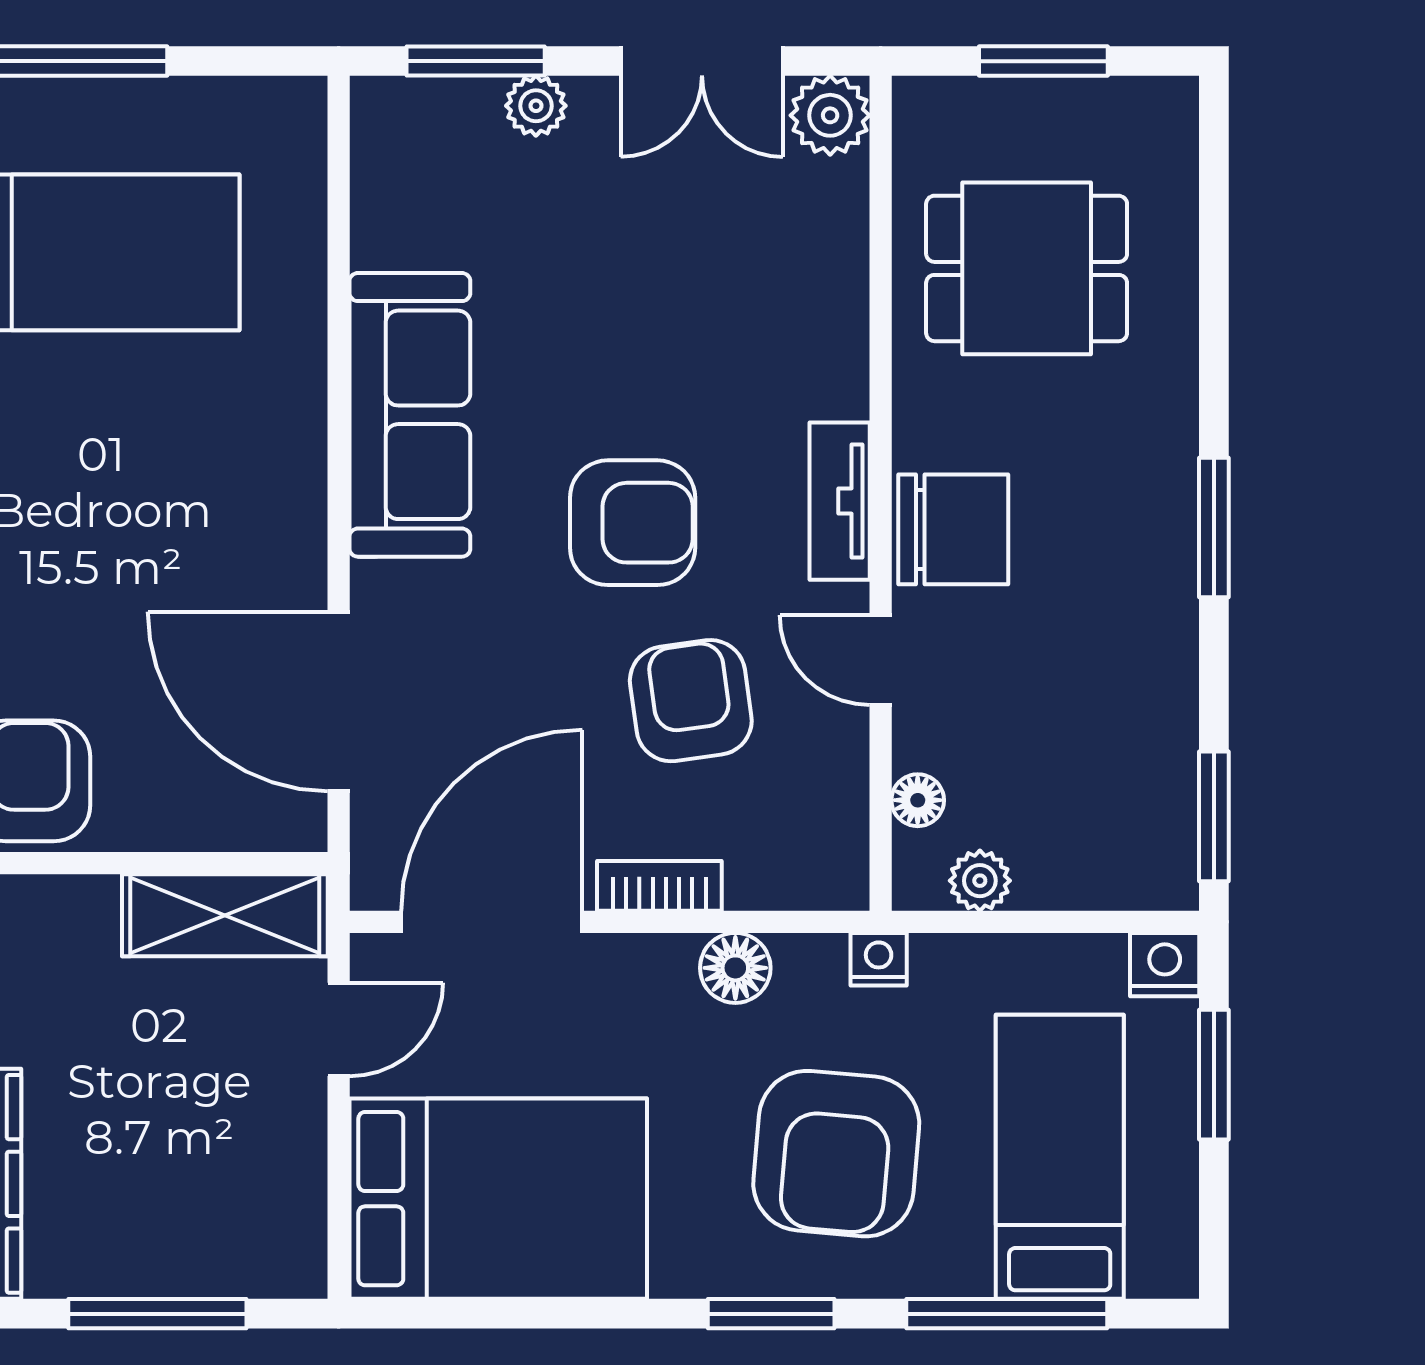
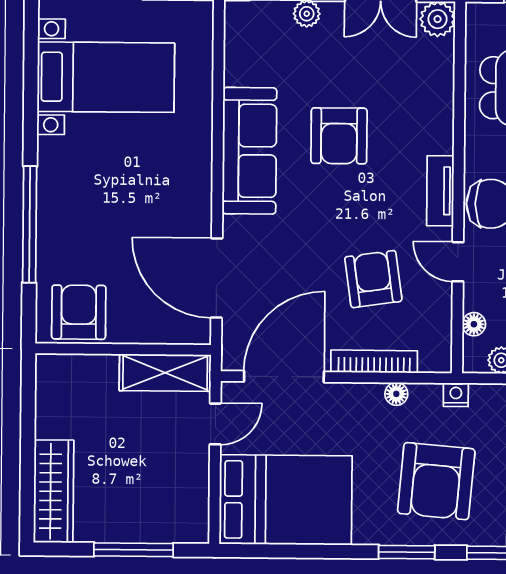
armchair: (633, 523) -> (339, 136), moved, turned 90
bookcase: (659, 886) -> (374, 361), width x1.56
floor lamp: (735, 968) -> (396, 394), width x0.73, depth x0.73

